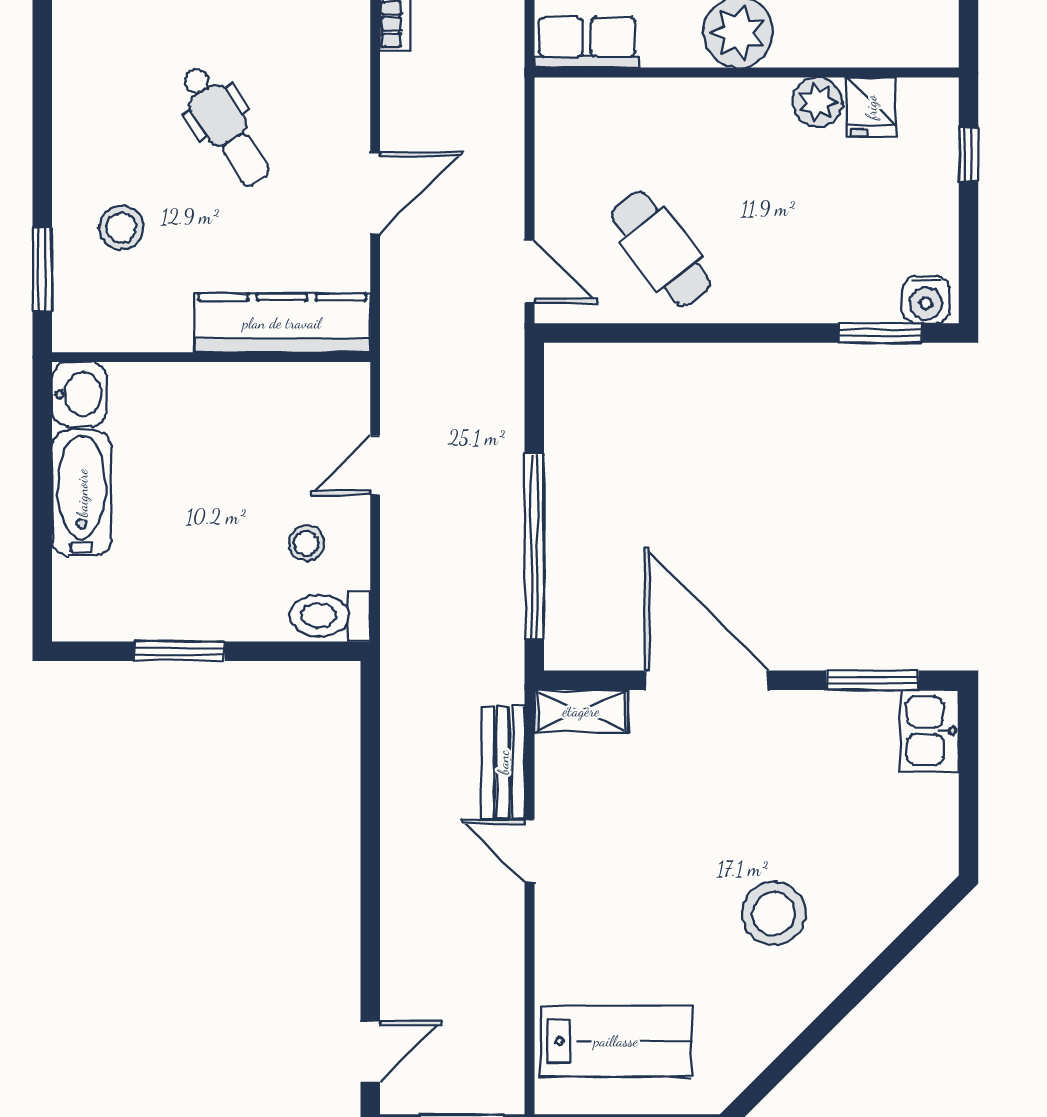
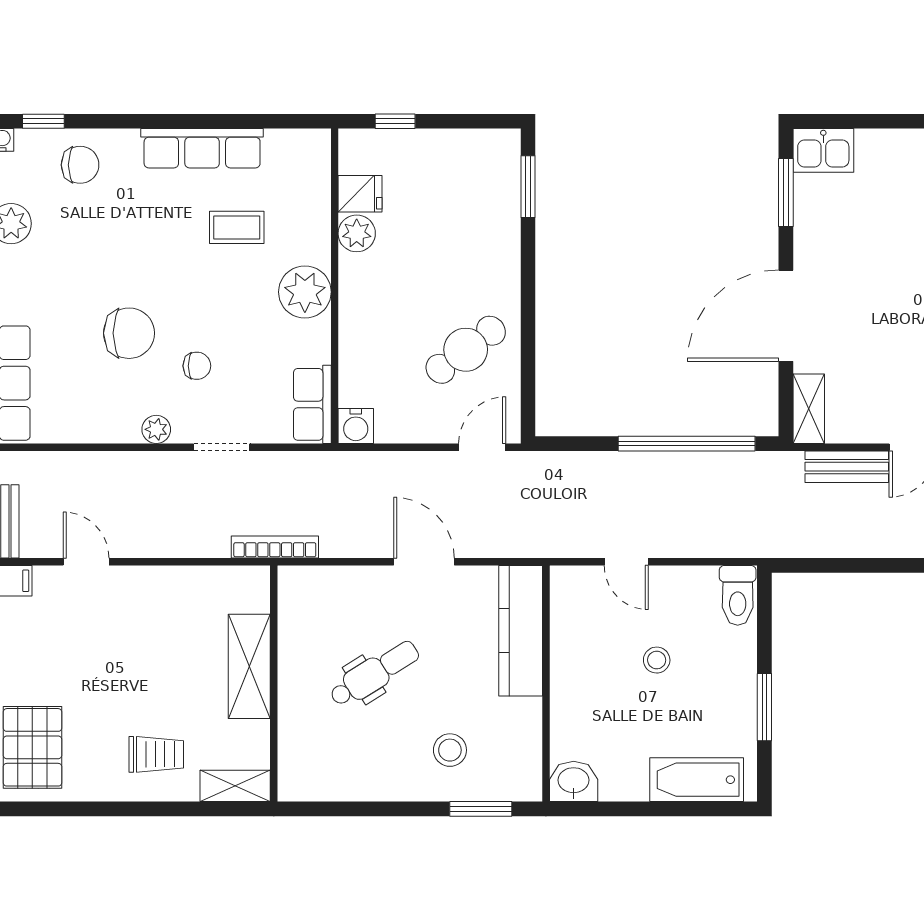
water cooler: (926, 300) -> (356, 426), moved, turned 90
bathtub: (82, 493) -> (697, 780), moved
stool: (307, 543) -> (657, 660), moved

